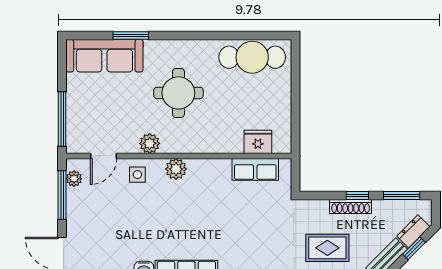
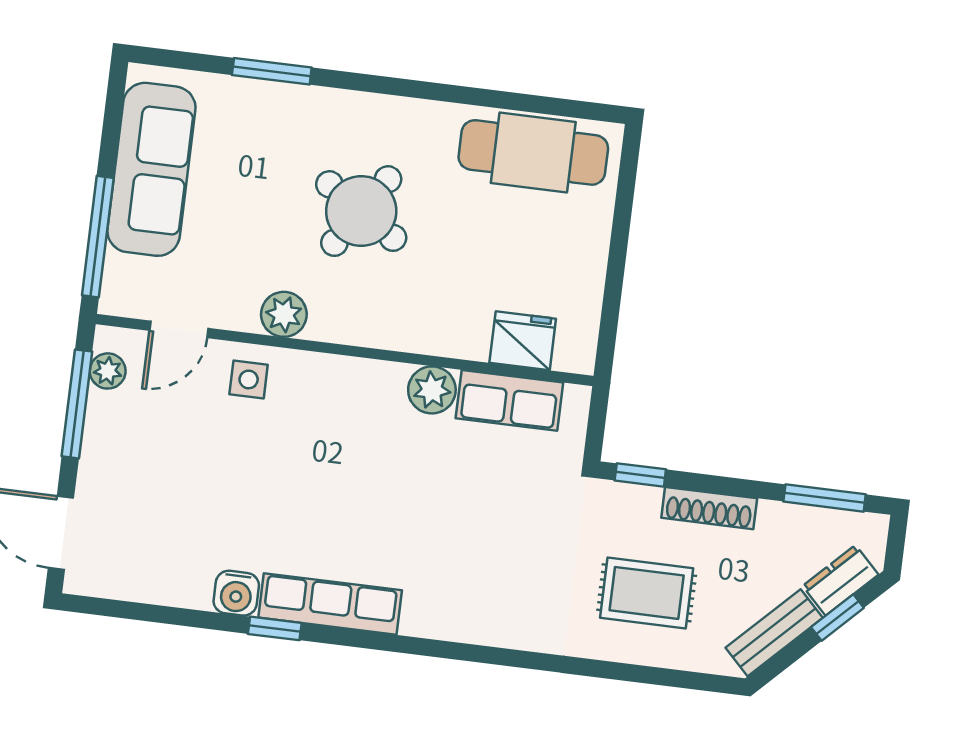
sofa: (104, 56) -> (151, 169), moved, turned -90
round table: (178, 93) -> (361, 211), turned 33
plant: (176, 169) -> (432, 390), moved
window: (357, 195) -> (640, 475), moved

